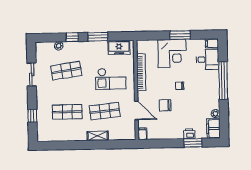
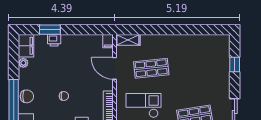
chair: (165, 105) -> (27, 96), moved
shop shelf: (67, 112) -> (195, 68), removed
shelving: (98, 136) -> (128, 40), moved

